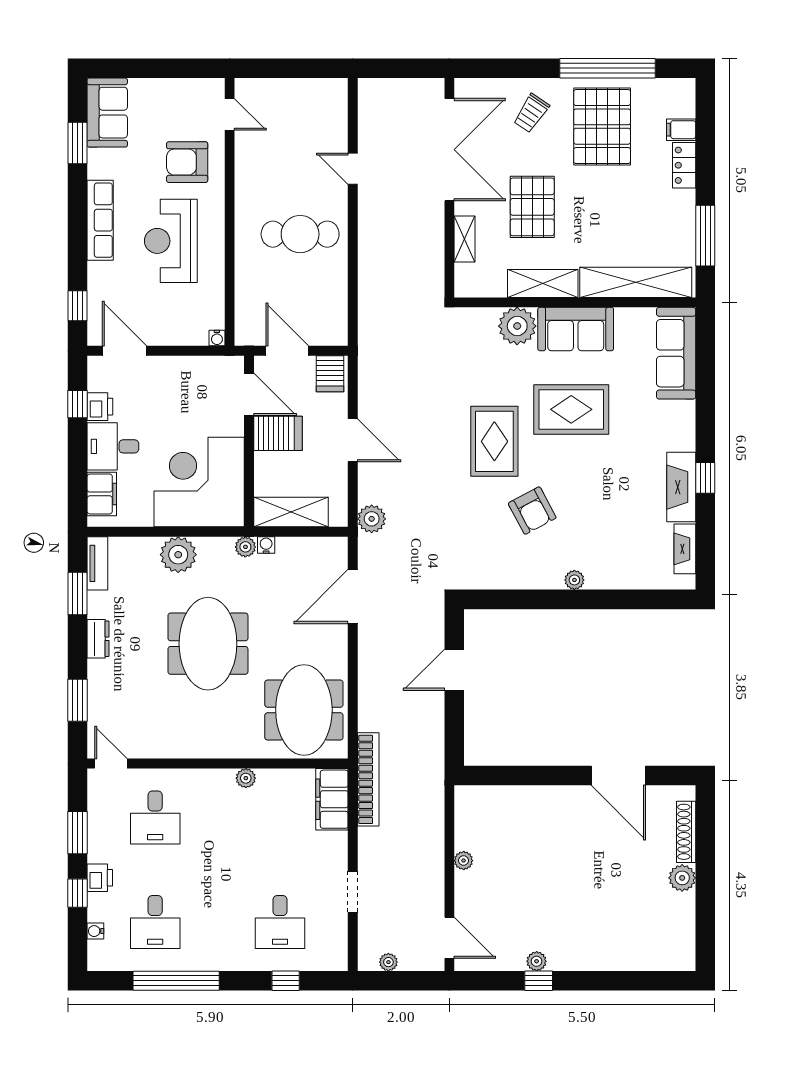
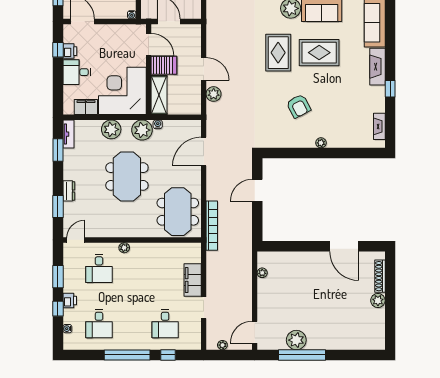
server rack: (330, 374) -> (192, 34), removed
rug: (494, 441) -> (278, 53), moved
fireplace: (681, 487) -> (377, 67), moved
filing cabinet: (102, 494) -> (86, 107), moved, turned -90
shelving: (291, 512) -> (159, 95), moved, turned 90
plant: (372, 519) -> (214, 94), moved
plant: (245, 547) -> (142, 130), width x1.88, depth x1.88
dresser: (98, 639) -> (69, 191), moved
door: (111, 764) -> (76, 240), hinge flipped
plant: (246, 778) -> (124, 248), moved
bookcase: (368, 779) -> (212, 226), moved
filing cabinet: (332, 799) -> (193, 280), moved
plant: (464, 861) -> (262, 273), moved
door: (449, 938) -> (255, 332), swing flipped
plant: (537, 961) -> (296, 340), width x1.87, depth x1.87
window: (176, 981) -> (127, 355), moved
window: (539, 981) -> (302, 355), width x3.17

